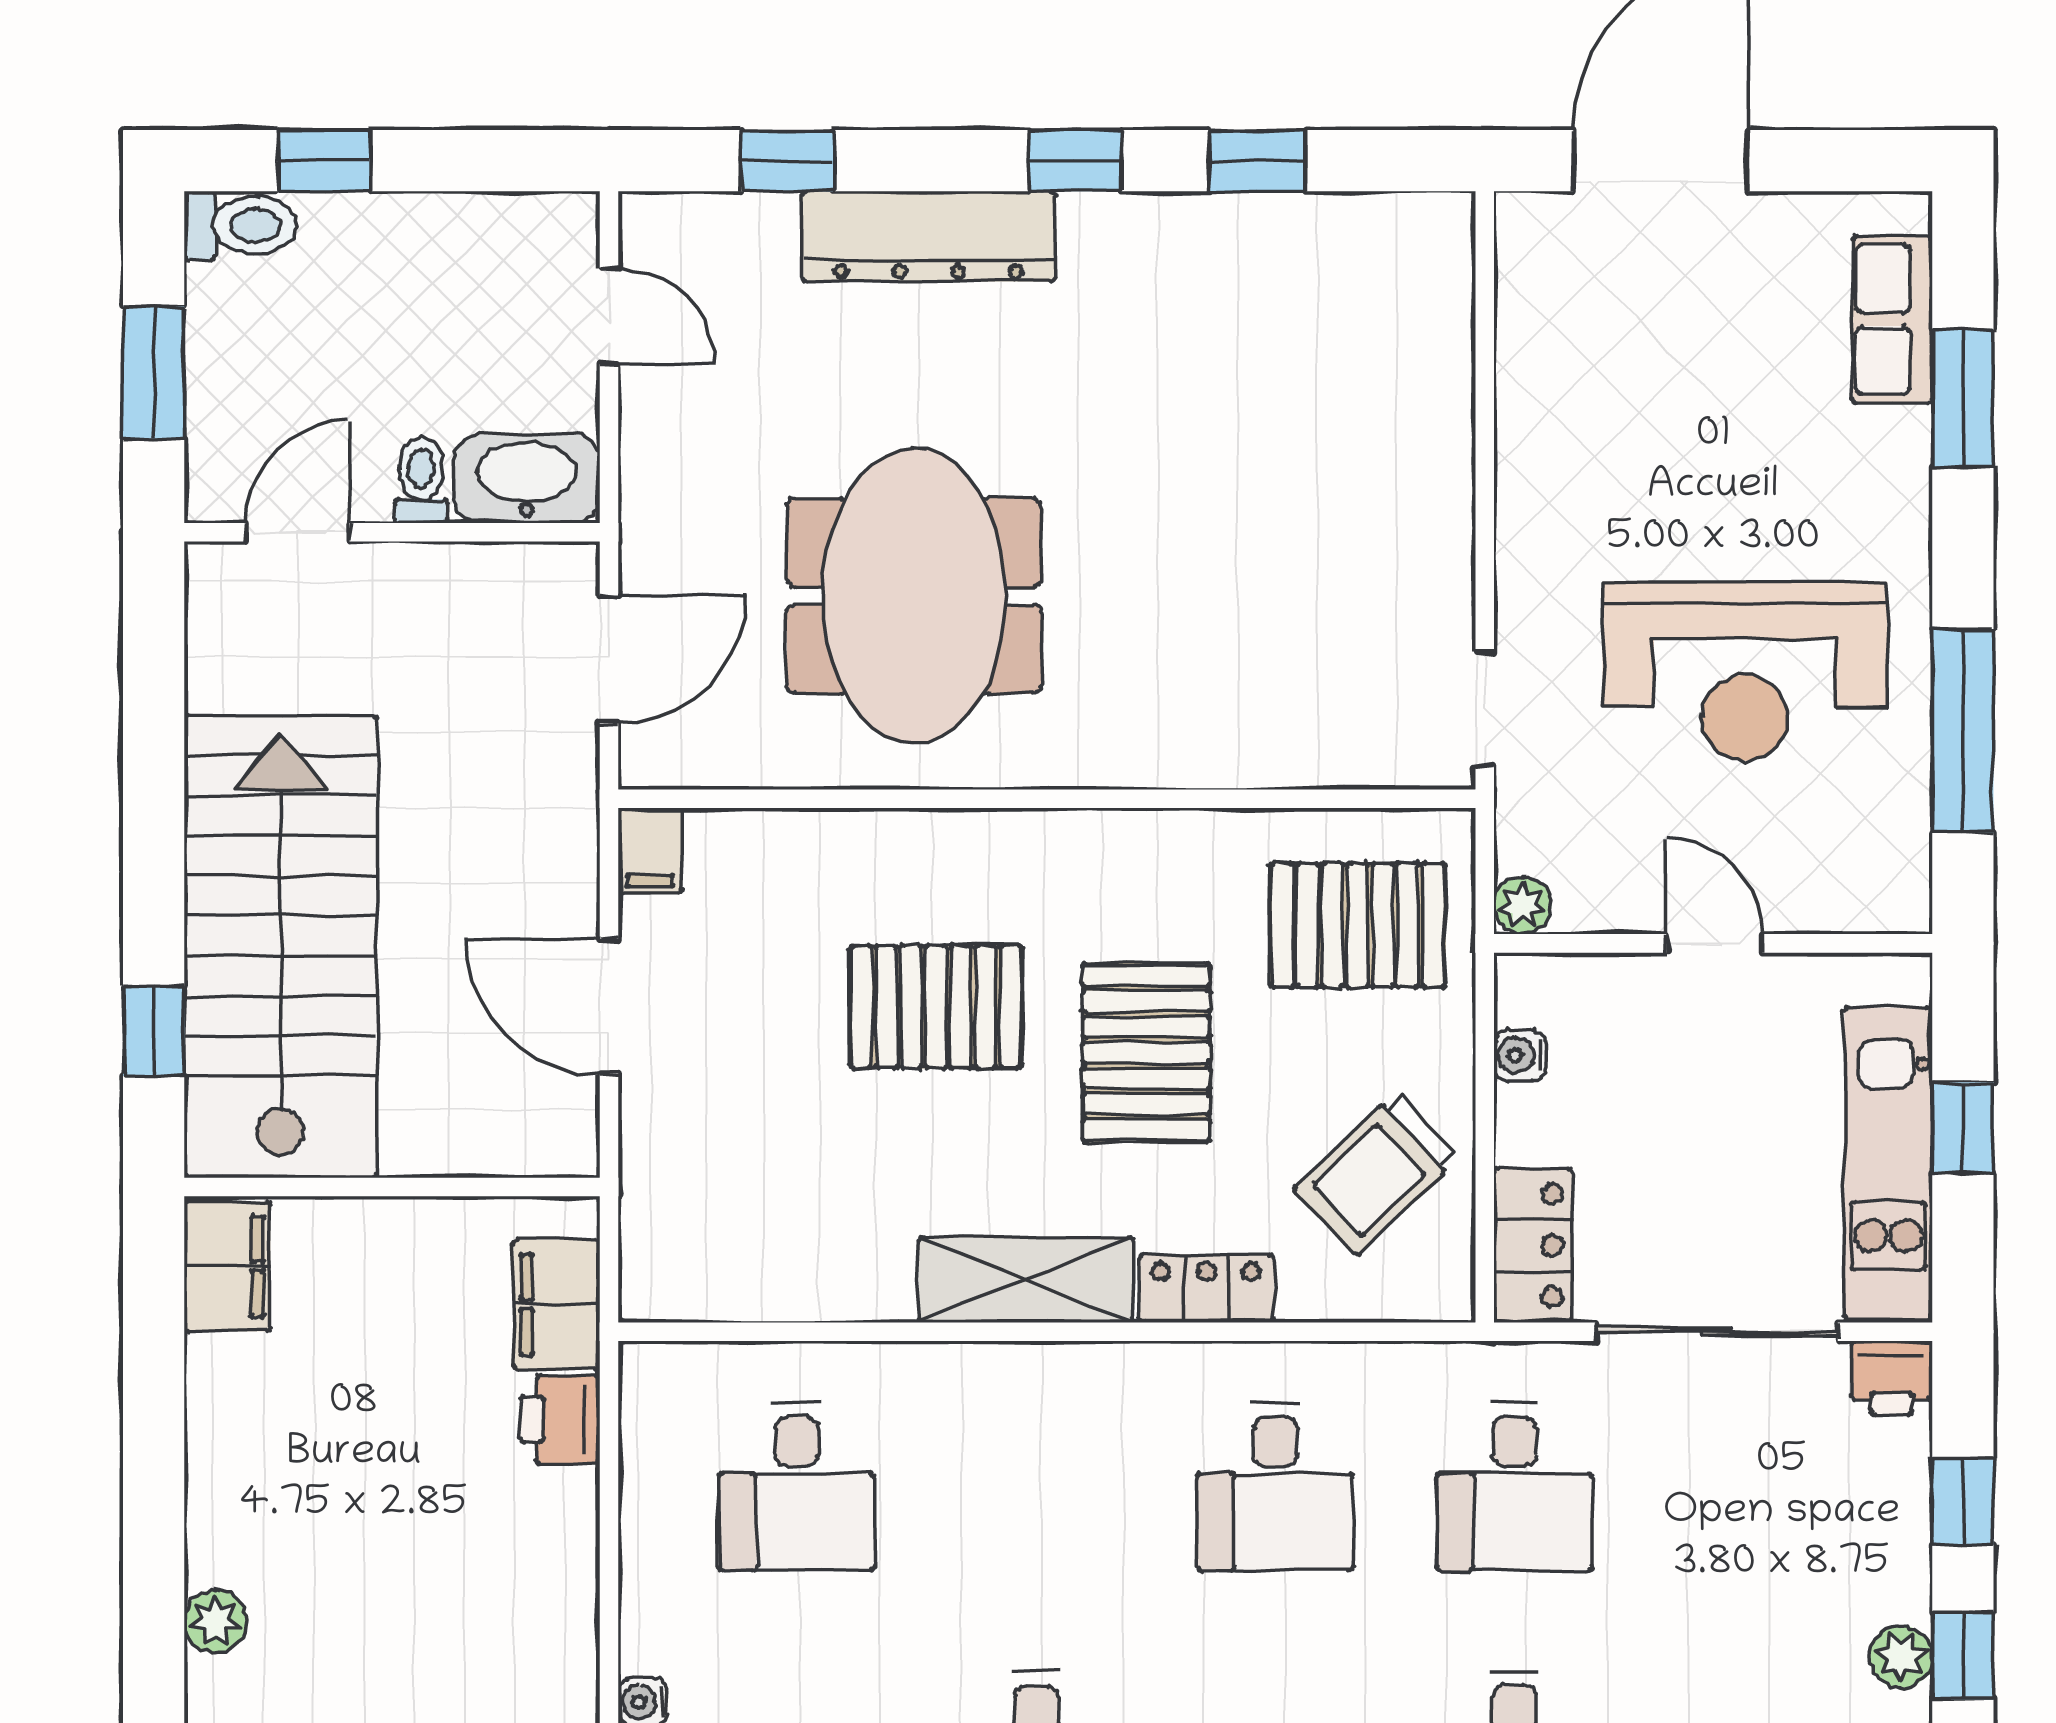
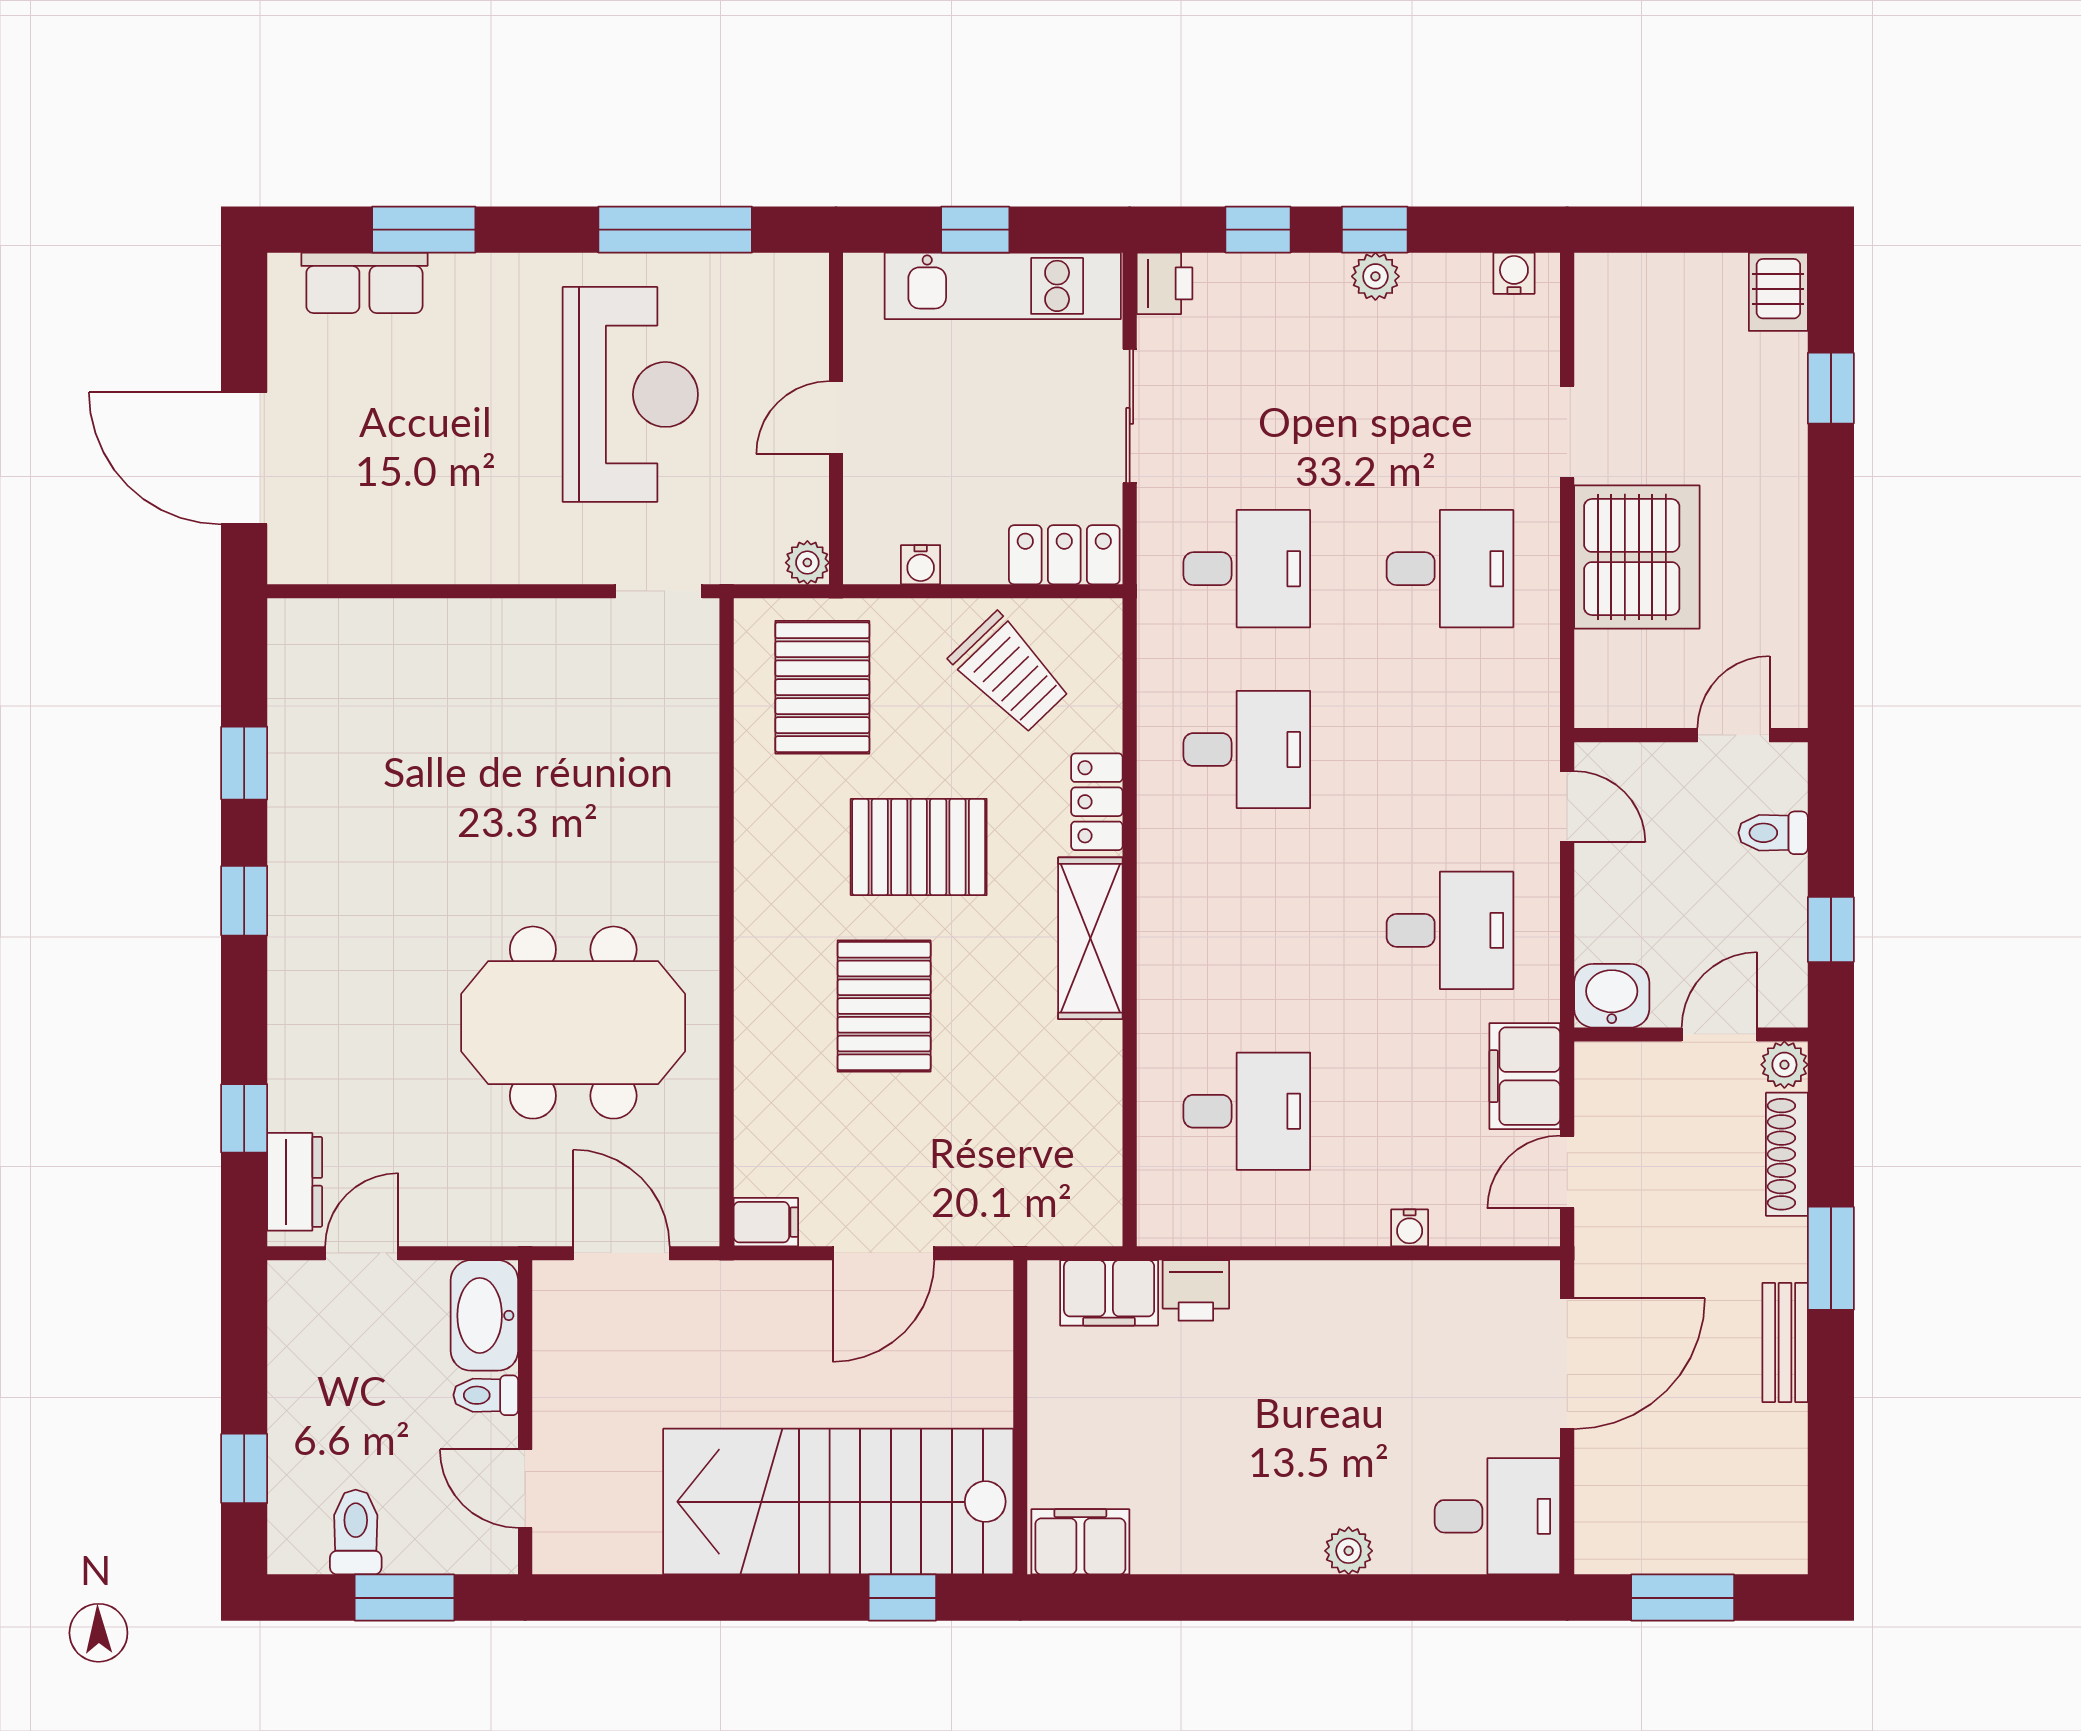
toilet: (240, 225) -> (356, 1532), moved
dresser: (929, 236) -> (295, 1182), moved, width x0.51, depth x0.80
sliding door: (1716, 1332) -> (1130, 416), width x0.73

